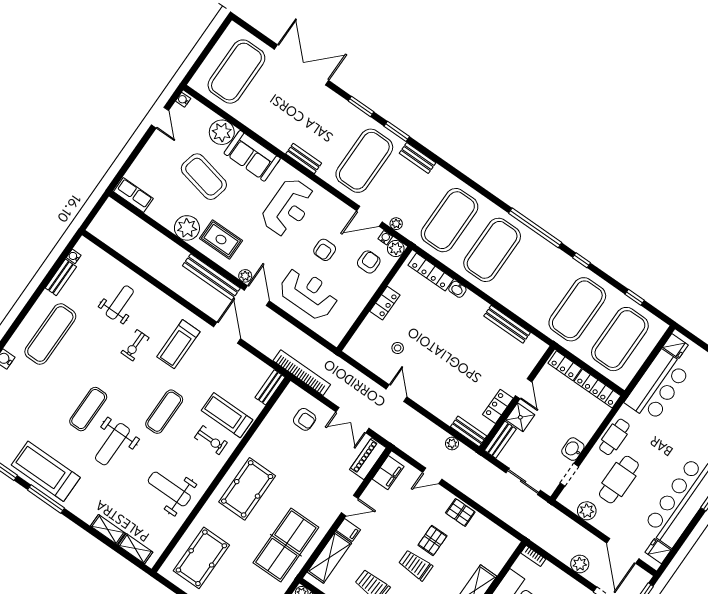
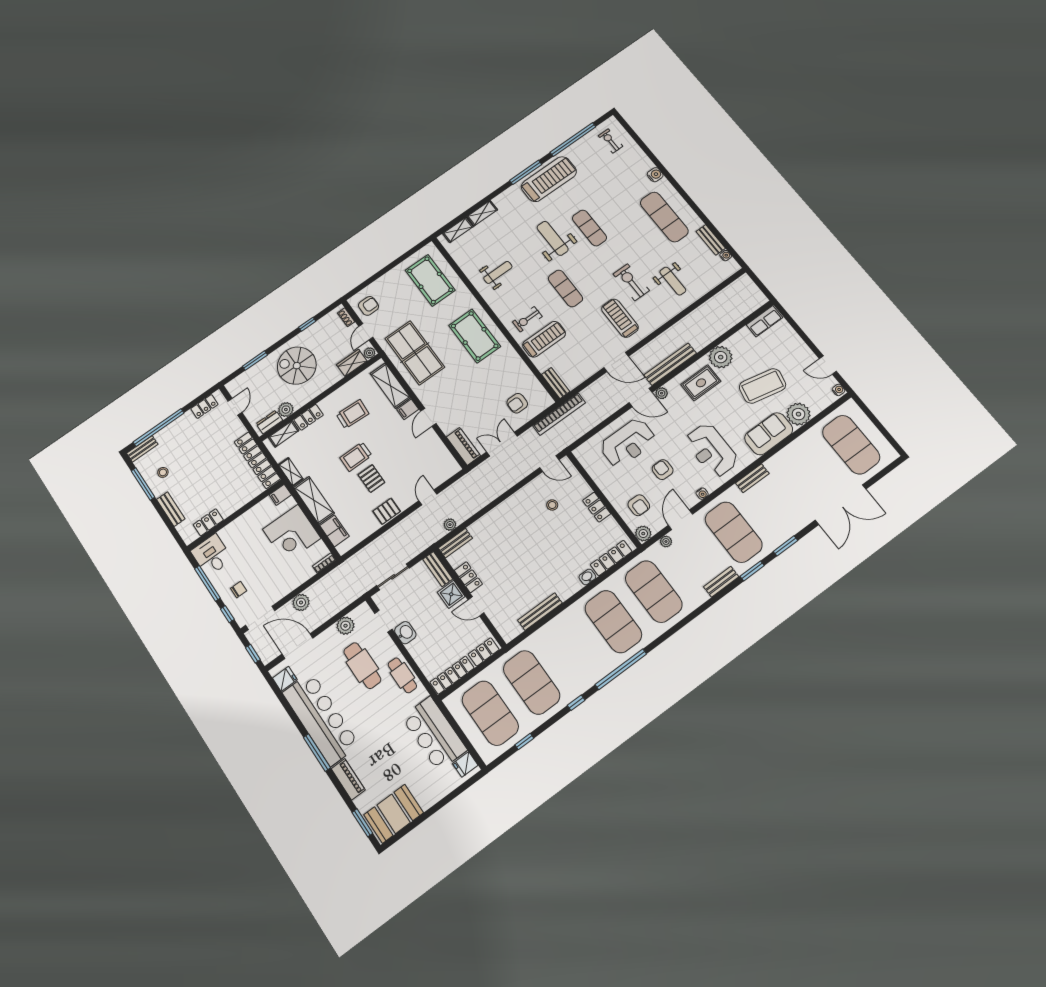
water cooler: (385, 238) -> (702, 494), moved
exercise bike: (135, 345) -> (631, 282), width x1.38, depth x1.39
door: (397, 393) -> (549, 464), moved
filing cabinet: (388, 473) -> (334, 531), moved, turned 180
weight bench: (169, 489) -> (498, 272), width x0.73, depth x0.75
trolley: (416, 565) -> (356, 457), turned 180

